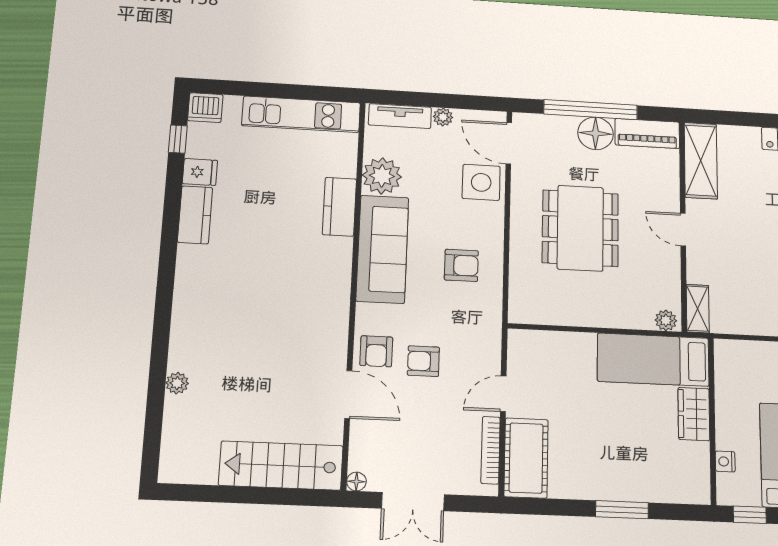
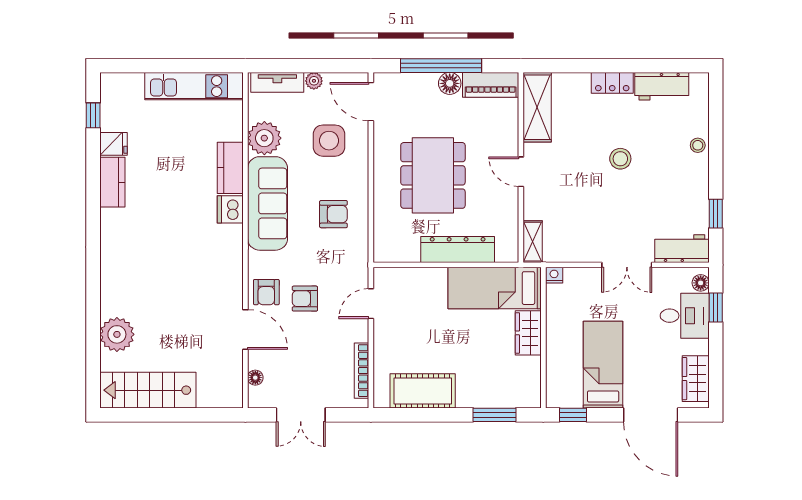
dishwasher: (205, 108) -> (230, 209), moved, turned 90
floor lamp: (596, 133) -> (450, 83), width x0.73, depth x0.73
side table: (481, 182) -> (329, 141), moved
dresser: (609, 313) -> (458, 250), added
plant: (666, 320) -> (505, 253), removed
plant: (177, 383) -> (117, 334), width x1.88, depth x1.88
door: (503, 394) -> (371, 304), moved
cot: (526, 458) -> (423, 391), moved, turned 90
nightstand: (725, 461) -> (554, 275), moved, turned 90
stairs: (281, 466) -> (148, 390), moved
floor lamp: (356, 482) -> (255, 378), moved
window: (622, 510) -> (495, 415), moved

